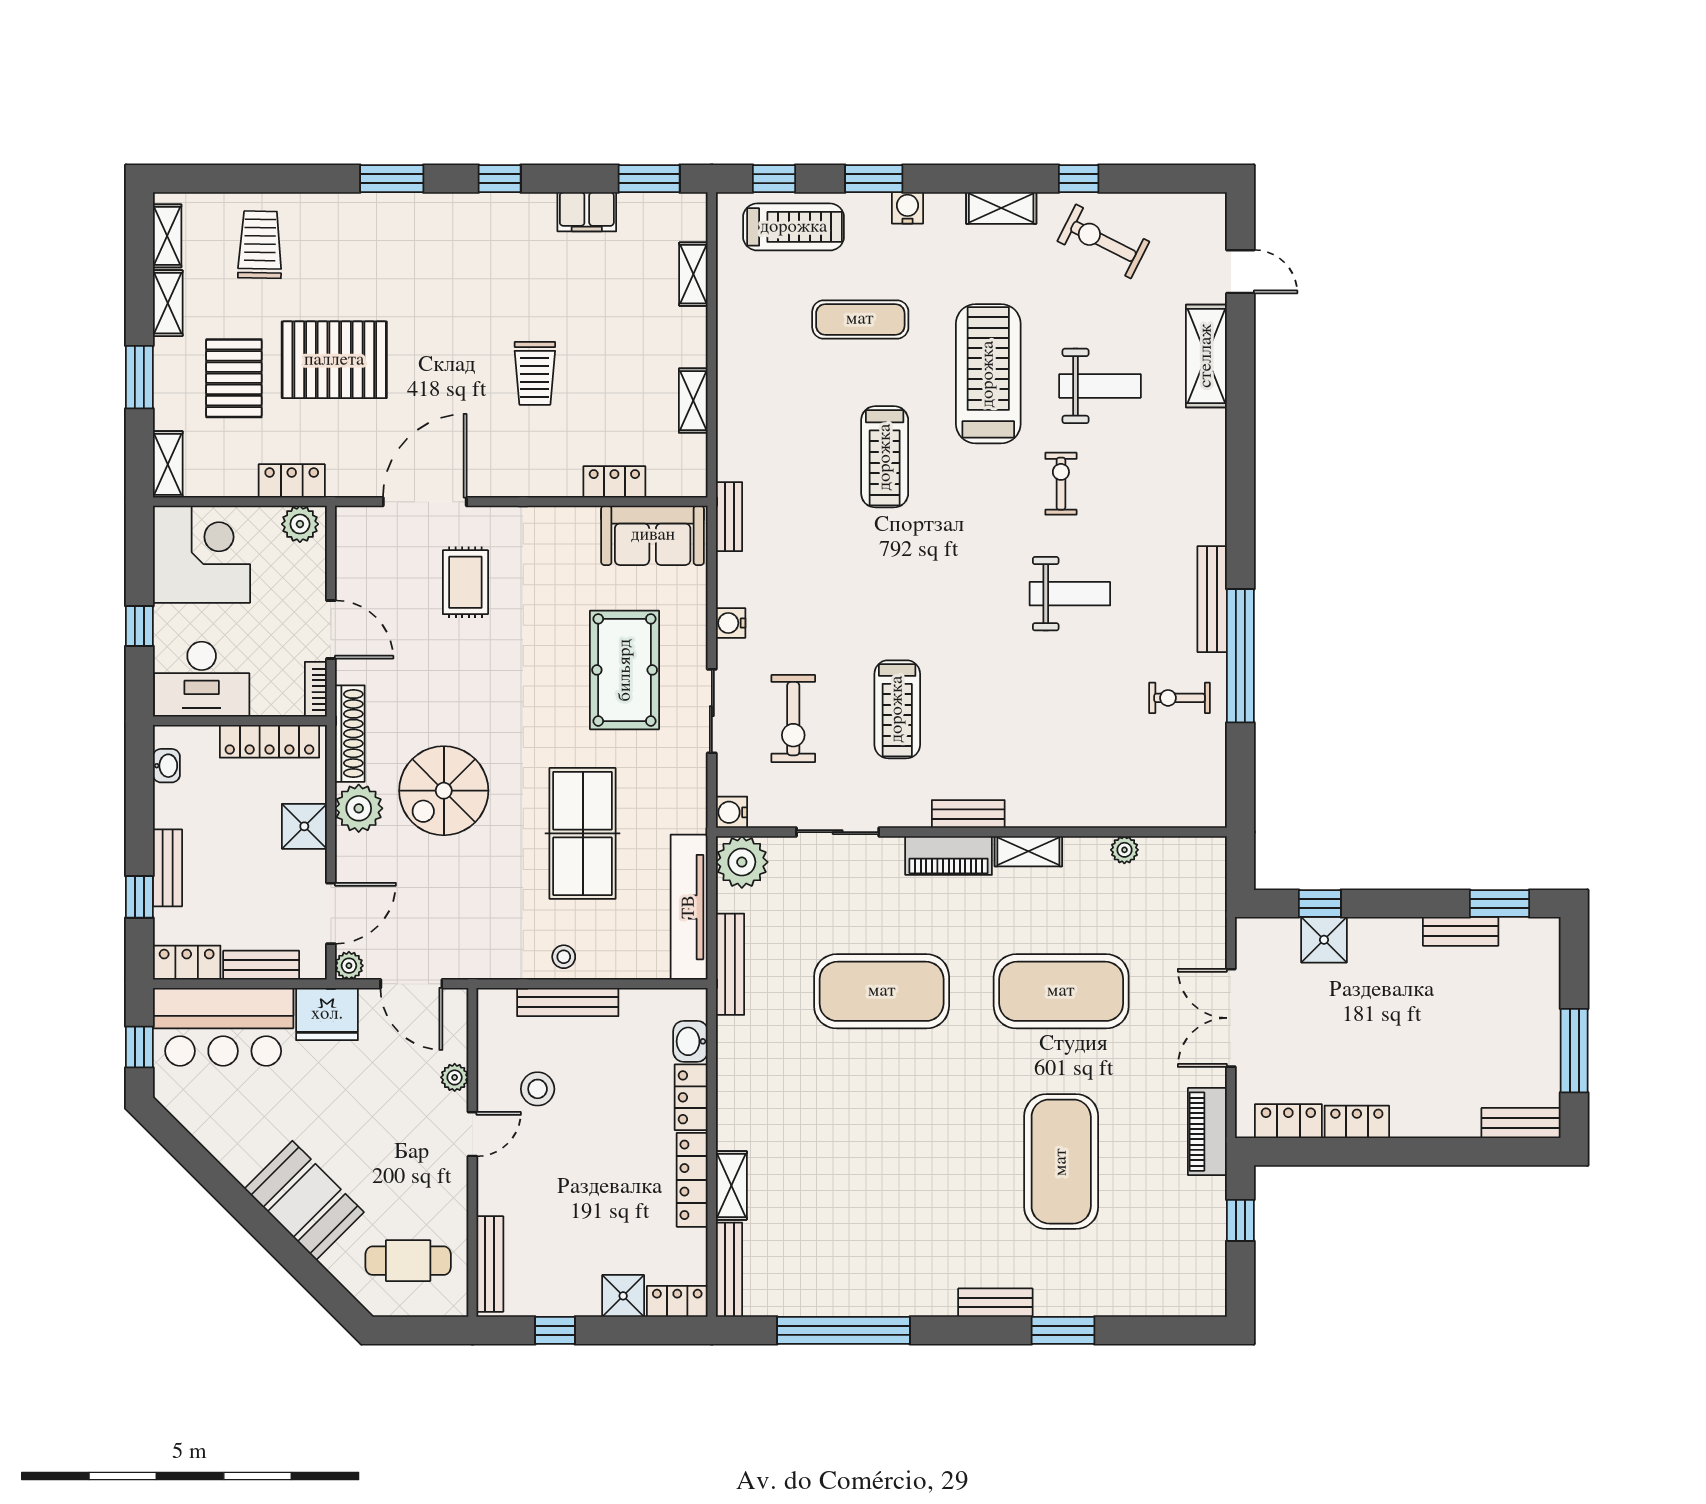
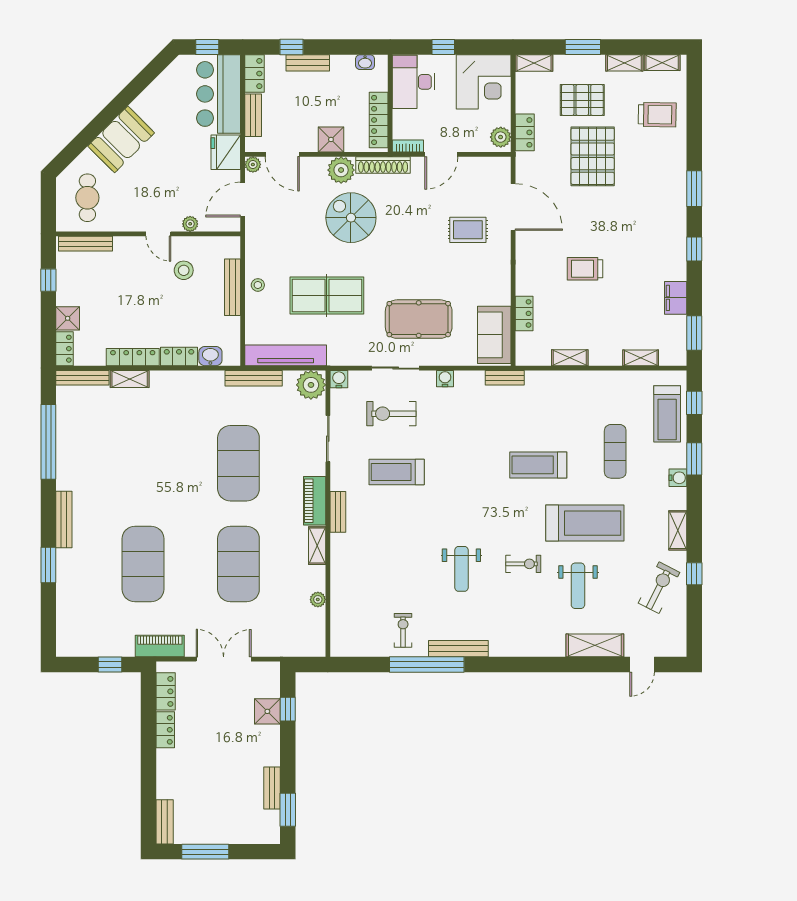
exercise mat: (1061, 1162) -> (143, 564), turned 90
bench: (995, 1303) -> (64, 519), width x1.36

